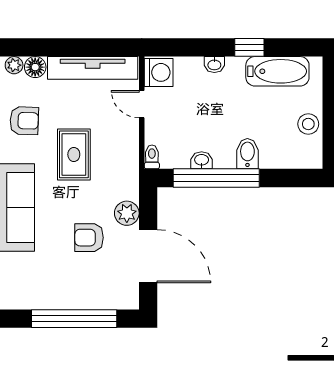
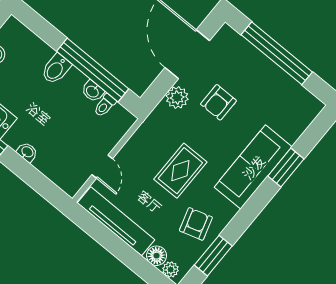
washing machine: (159, 72) -> (72, 179), removed
armchair: (24, 121) -> (196, 224), turned 71
toilet: (152, 157) -> (105, 105), moved
armchair: (89, 238) -> (218, 102), turned 90

